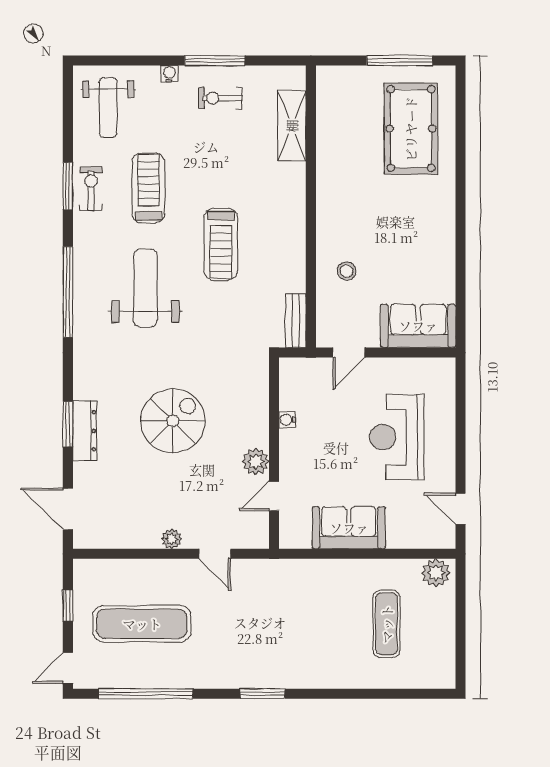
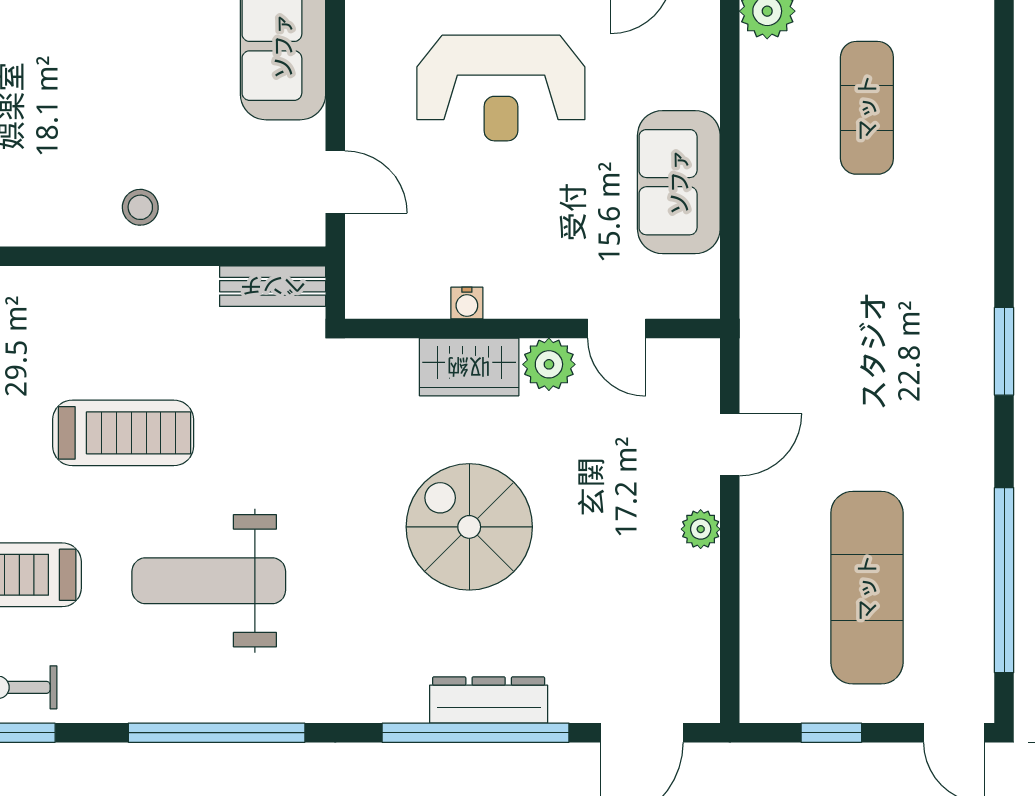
stool: (347, 271) -> (140, 207), moved
wardrobe: (254, 421) -> (469, 367), added
window: (68, 424) -> (476, 733), width x2.11
exercise mat: (387, 624) -> (867, 108), turned 90

